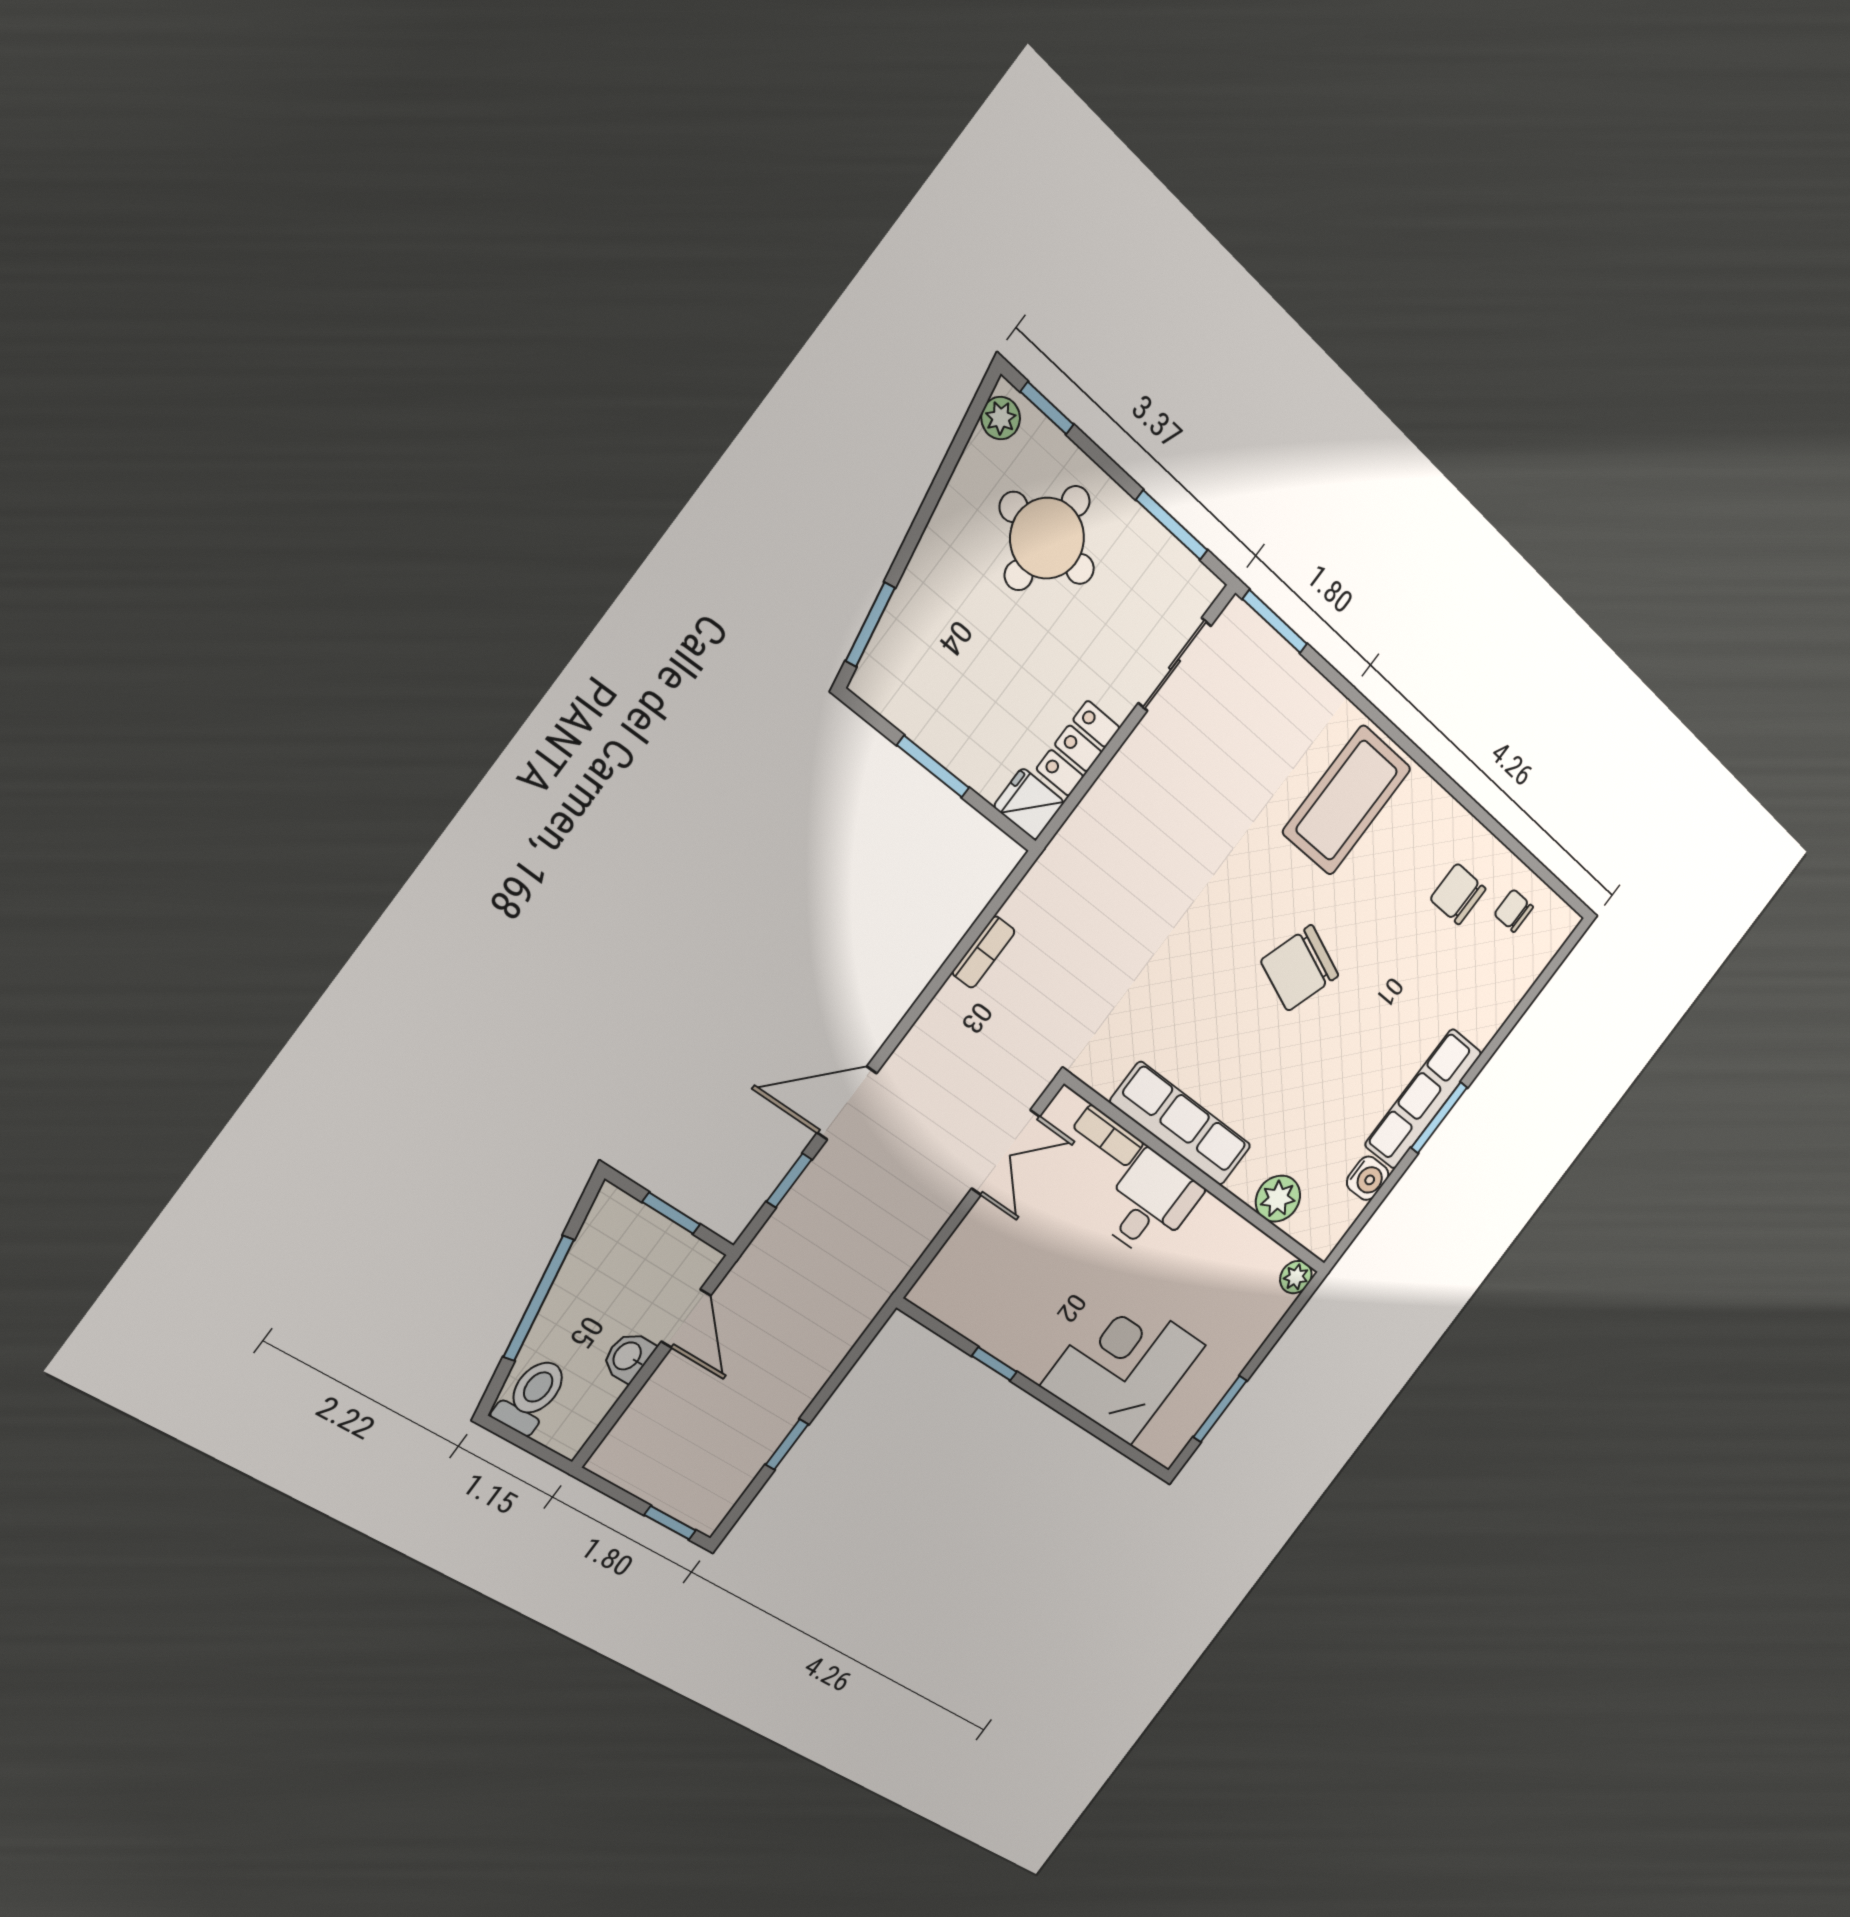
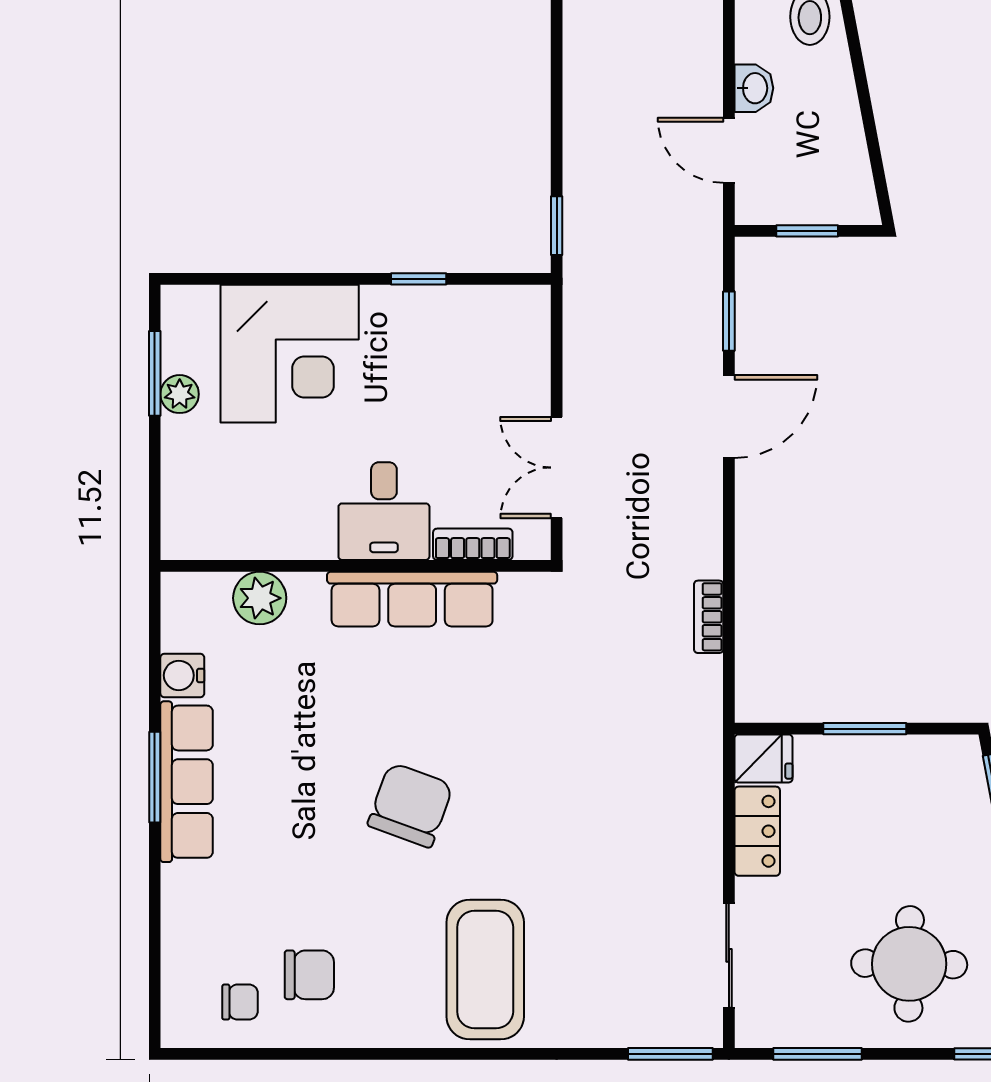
plant: (1296, 1277) -> (180, 394), moved
window: (539, 1298) -> (863, 93), removed
window: (787, 1444) -> (557, 226), moved

